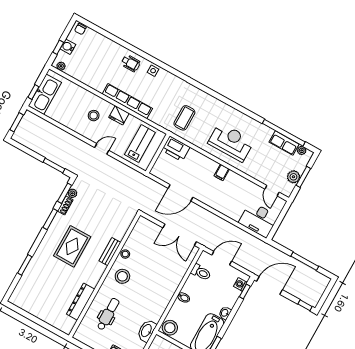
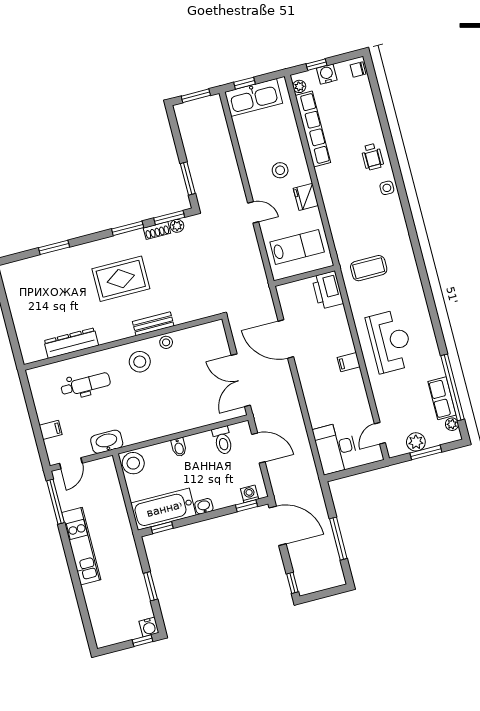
row of seats: (127, 101) -> (313, 129), moved

